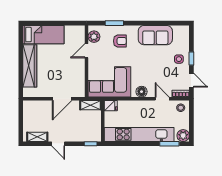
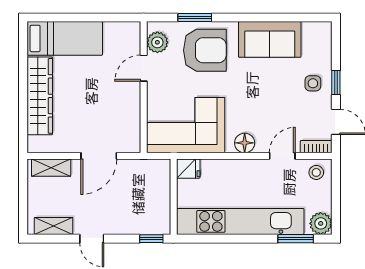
armchair: (120, 41) -> (205, 50), width x1.88, depth x1.88
door: (162, 99) -> (282, 156), hinge flipped
shelving: (91, 105) -> (51, 168), moved

